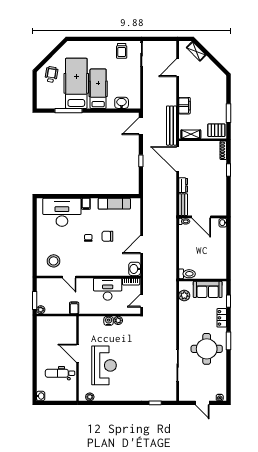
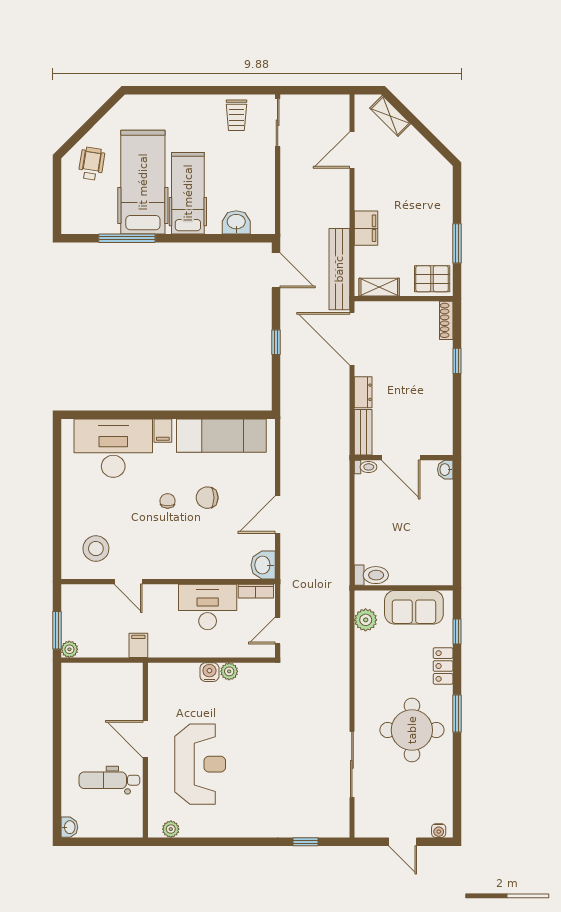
door: (141, 126) -> (276, 270), swing flipped
exam couch: (114, 204) -> (221, 436), width x1.36, depth x1.45

